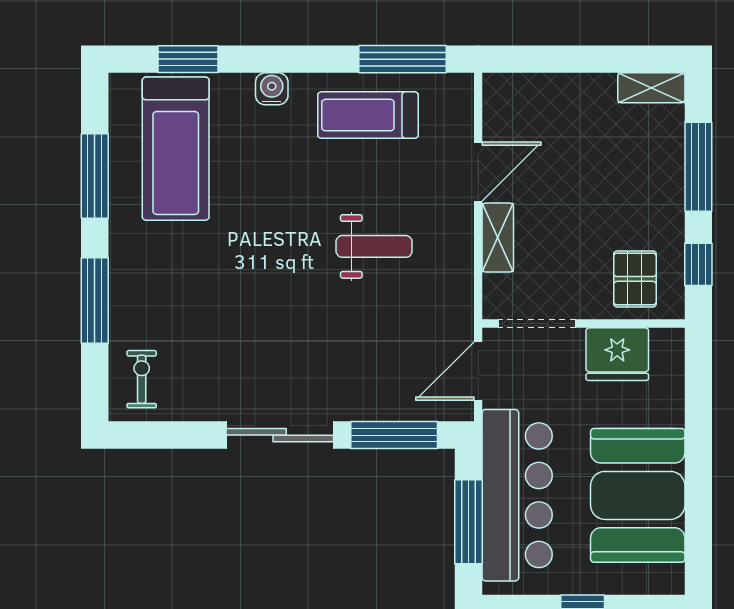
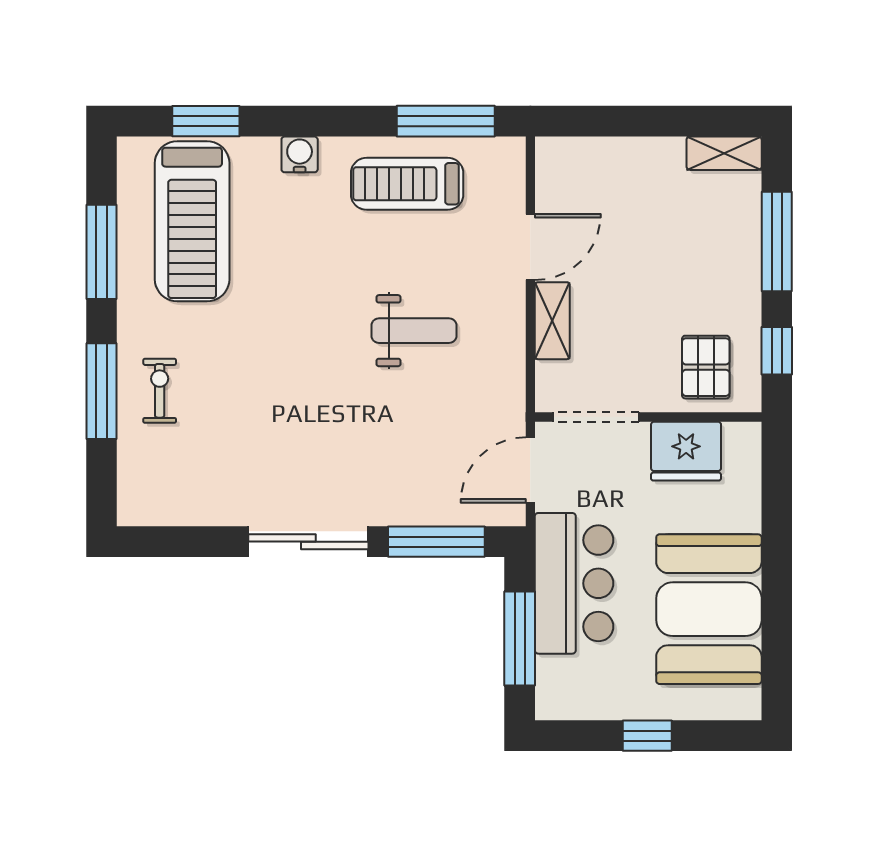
exercise bike: (142, 379) -> (160, 391), moved
bar counter: (517, 495) -> (574, 583), width x0.73

